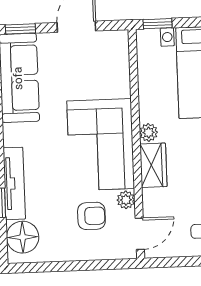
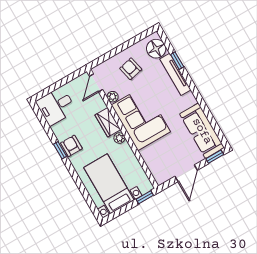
armchair: (91, 216) -> (131, 69), moved, turned 77

